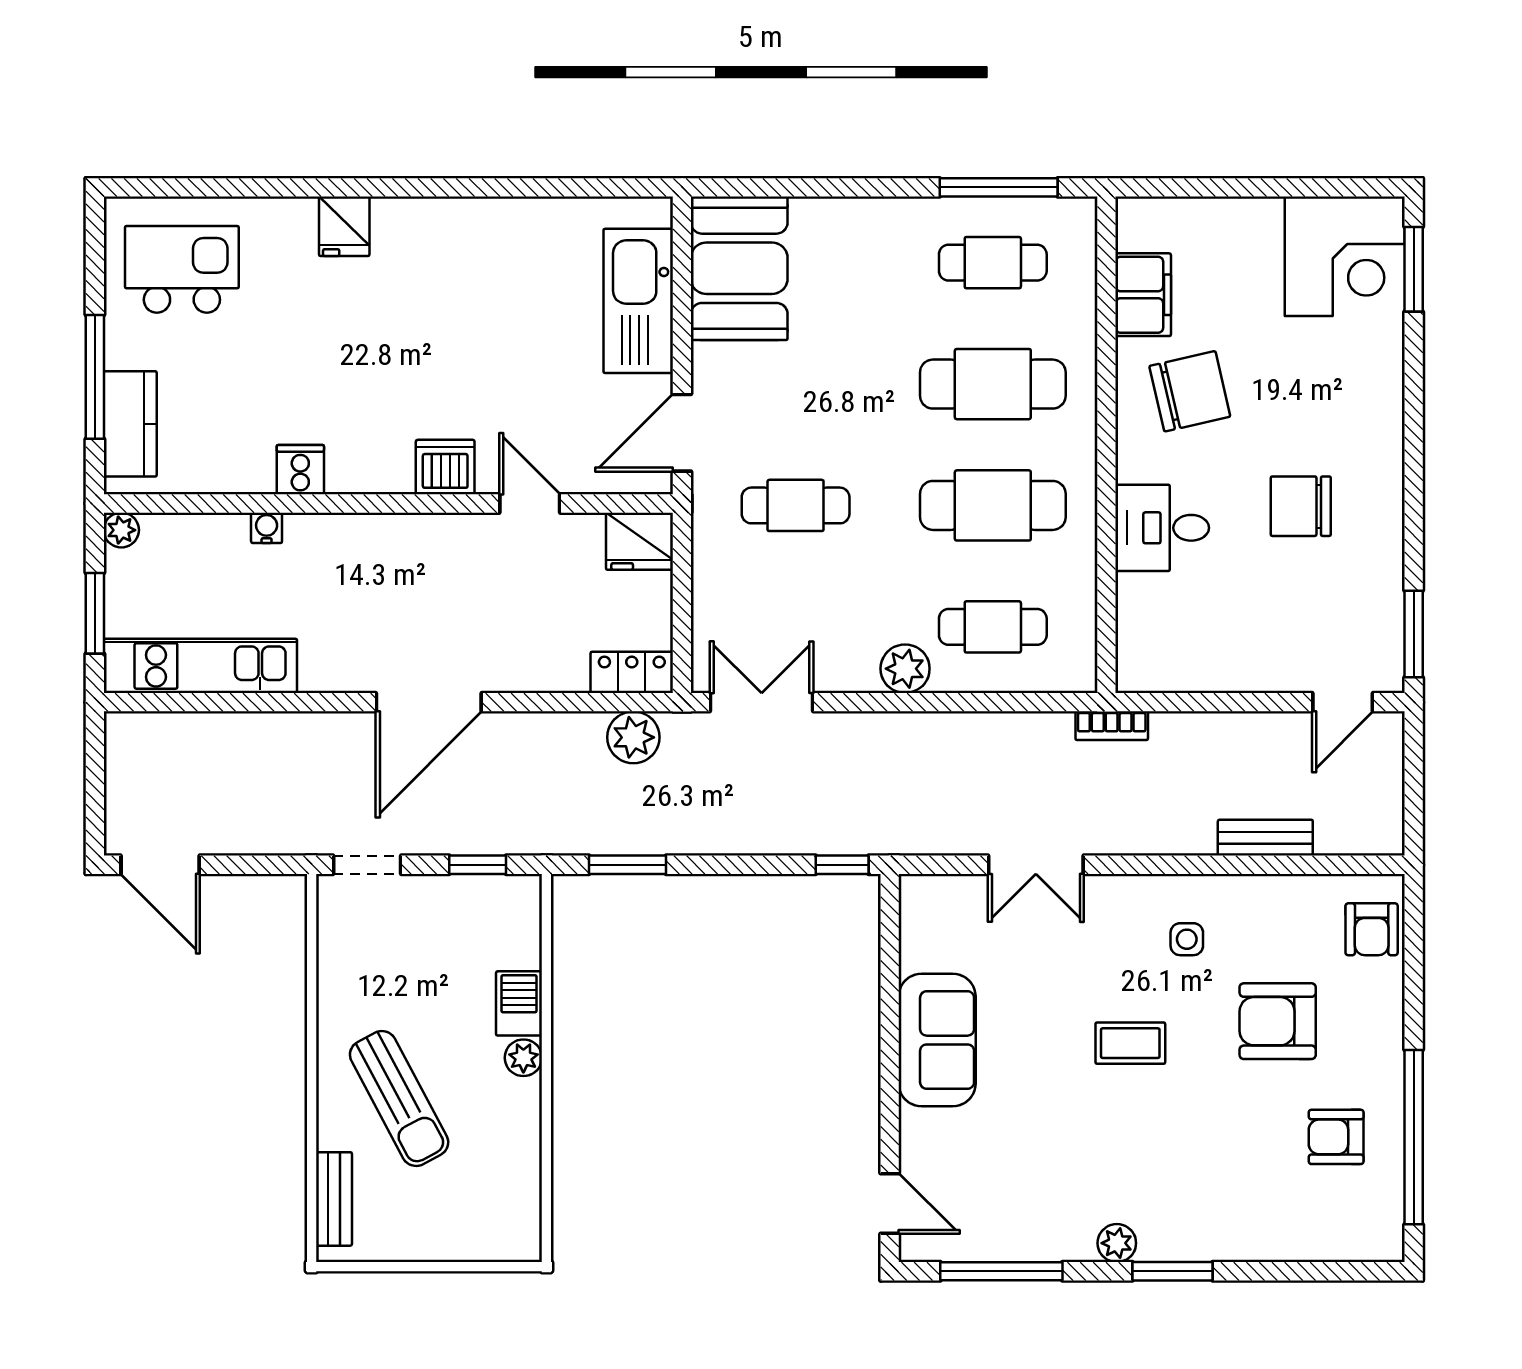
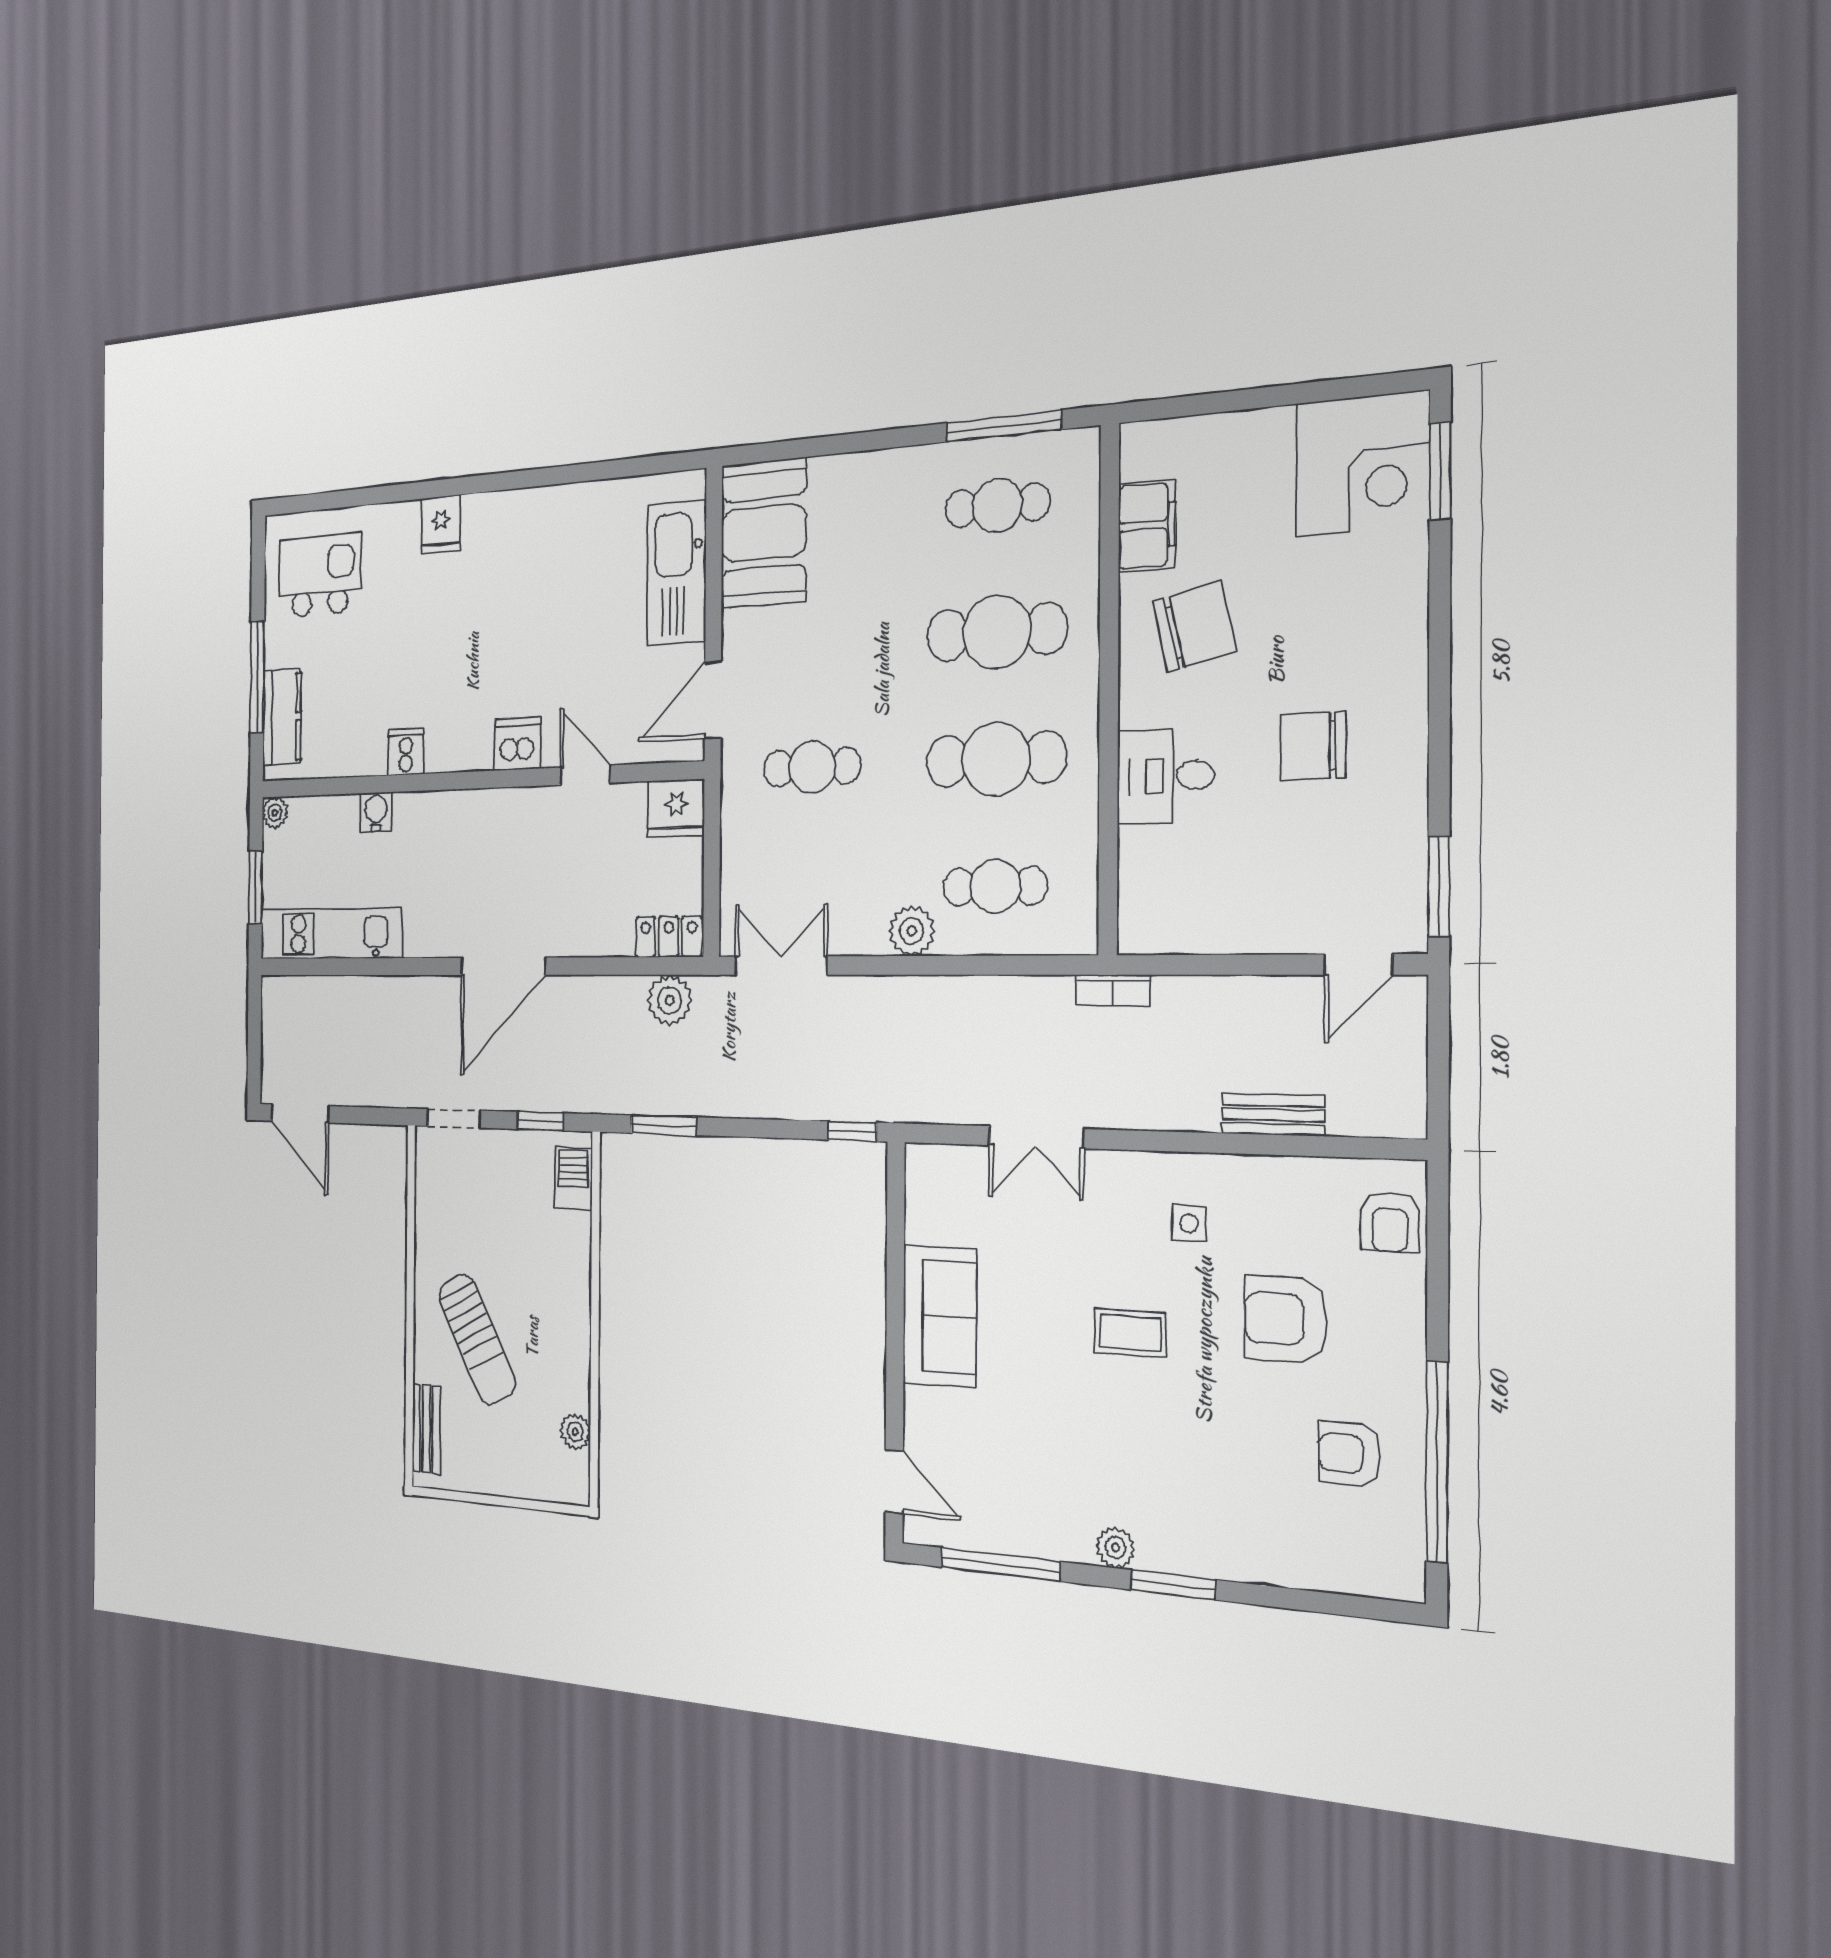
water cooler: (267, 528) -> (376, 812), width x1.38, depth x1.38
barbecue: (519, 1003) -> (574, 1178), moved
plant: (523, 1058) -> (575, 1432), moved

